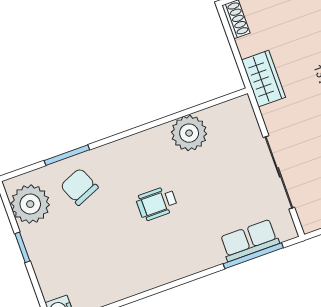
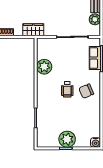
chair: (79, 187) -> (86, 91), moved
plant: (30, 204) -> (67, 139), moved

